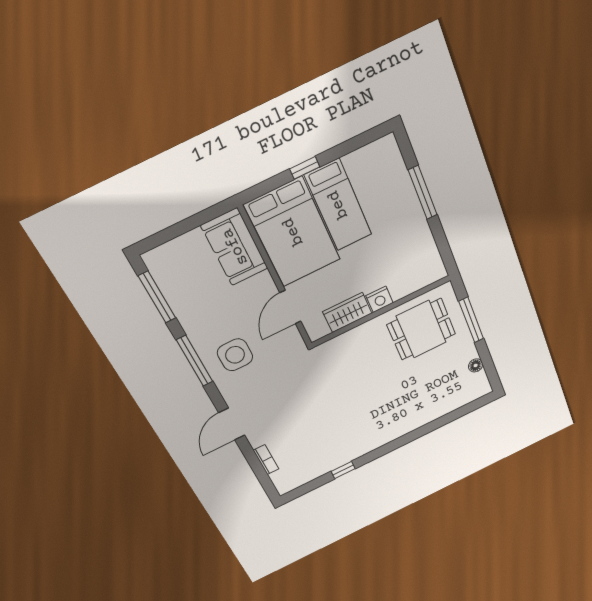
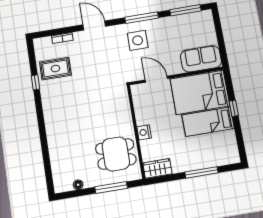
wardrobe: (347, 313) -> (157, 168), moved, turned -90
dining table: (421, 329) -> (116, 154), turned 90
rug: (315, 452) -> (55, 69), added

